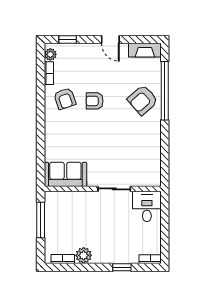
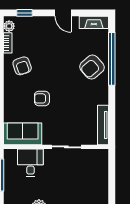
armchair: (95, 101) -> (42, 98), moved
tv unit: (155, 164) -> (103, 125), added
desk: (147, 206) -> (30, 163), moved

